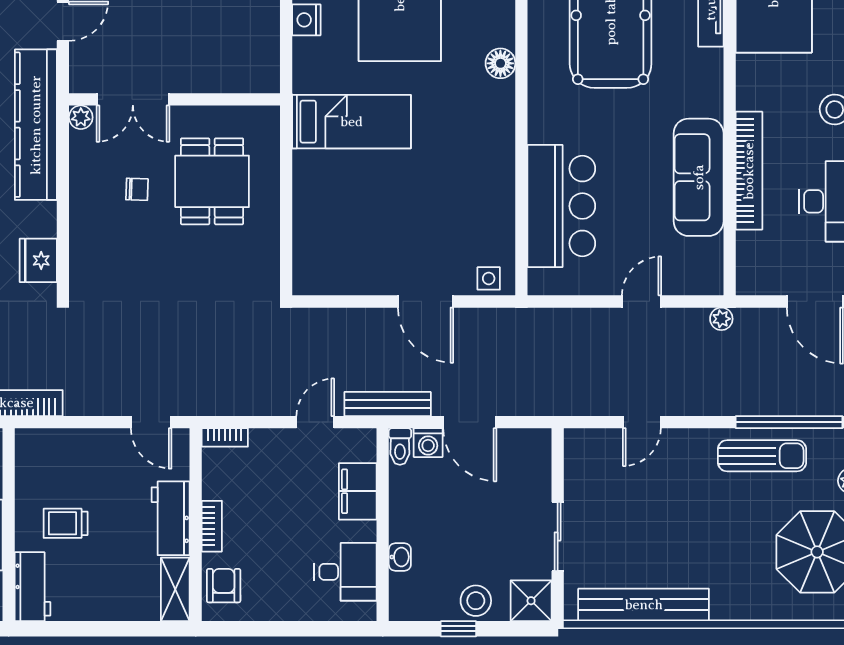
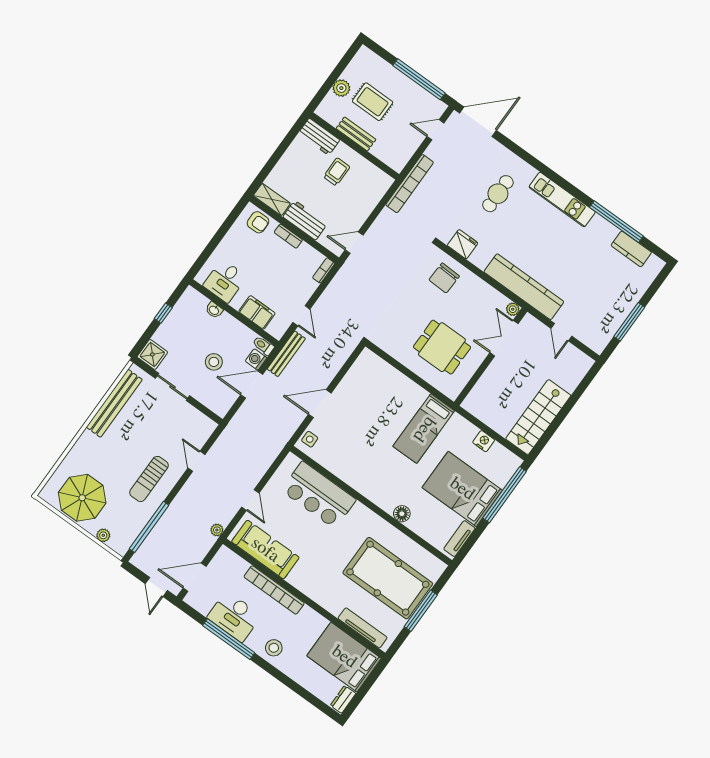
sofa: (699, 177) -> (265, 550), moved
chair: (137, 189) -> (444, 278), moved, width x1.87, depth x1.87
sun lounger: (762, 456) -> (149, 479), moved
stool: (476, 601) -> (214, 362), moved

